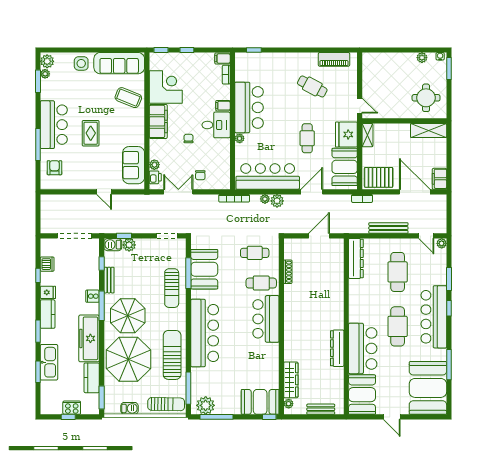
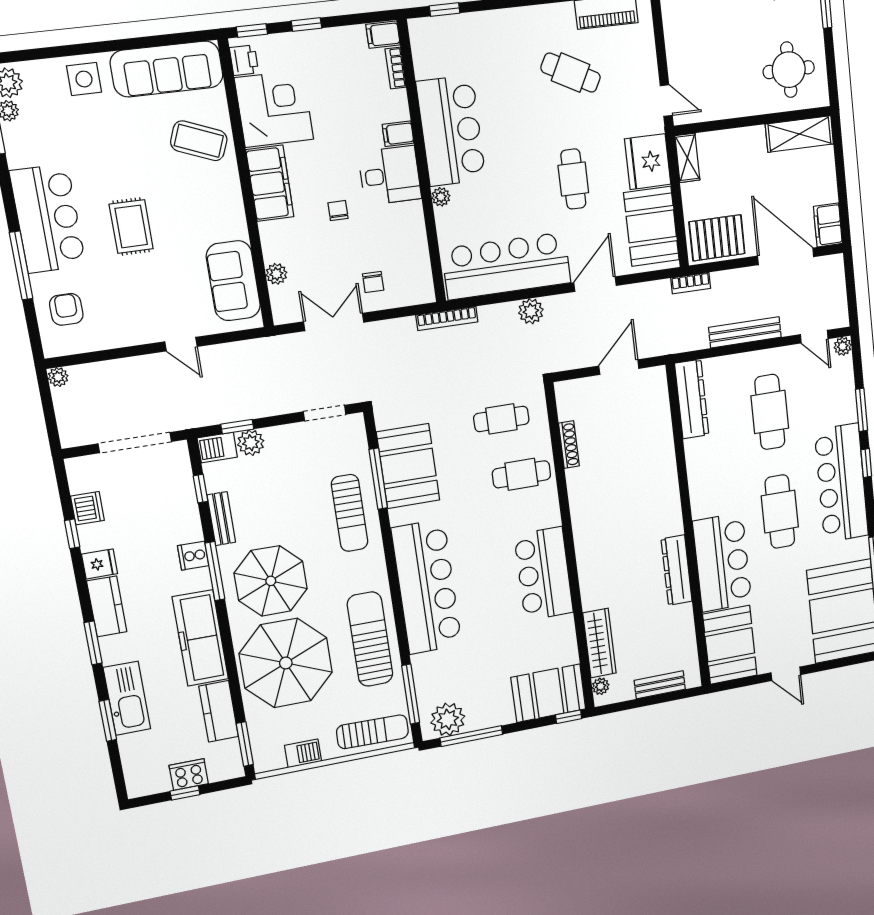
printer: (155, 177) -> (244, 60), moved
plant: (265, 199) -> (58, 377), moved
bar counter: (266, 319) -> (544, 574), moved

